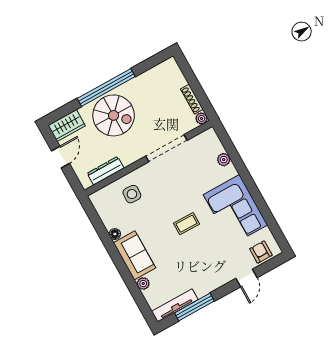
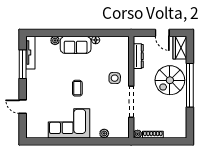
side table: (132, 194) -> (115, 78), moved
armchair: (261, 252) -> (34, 125), removed

